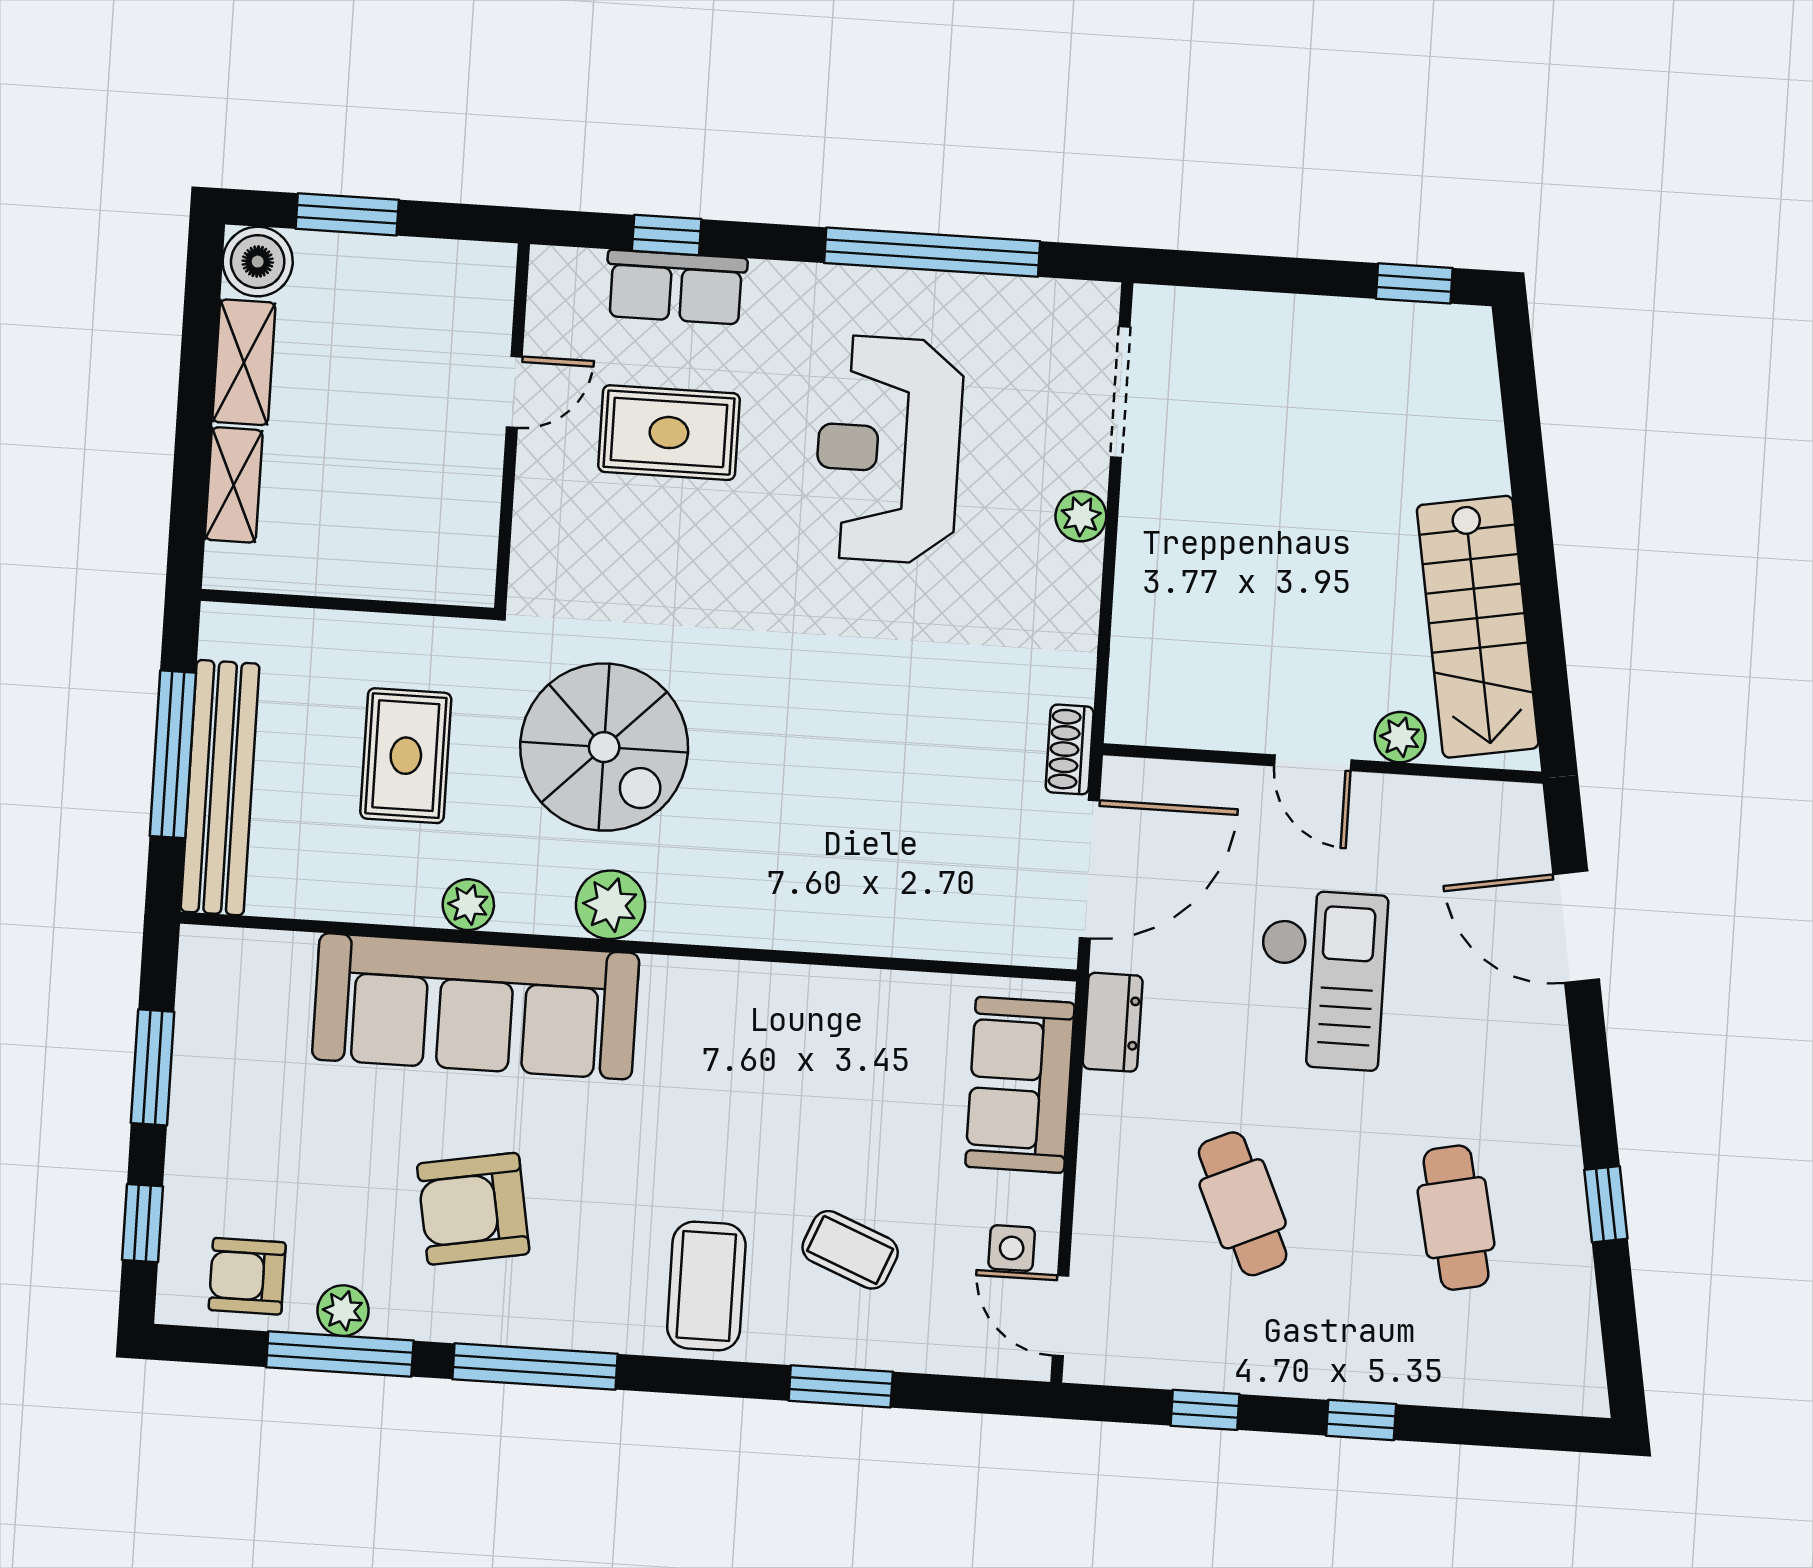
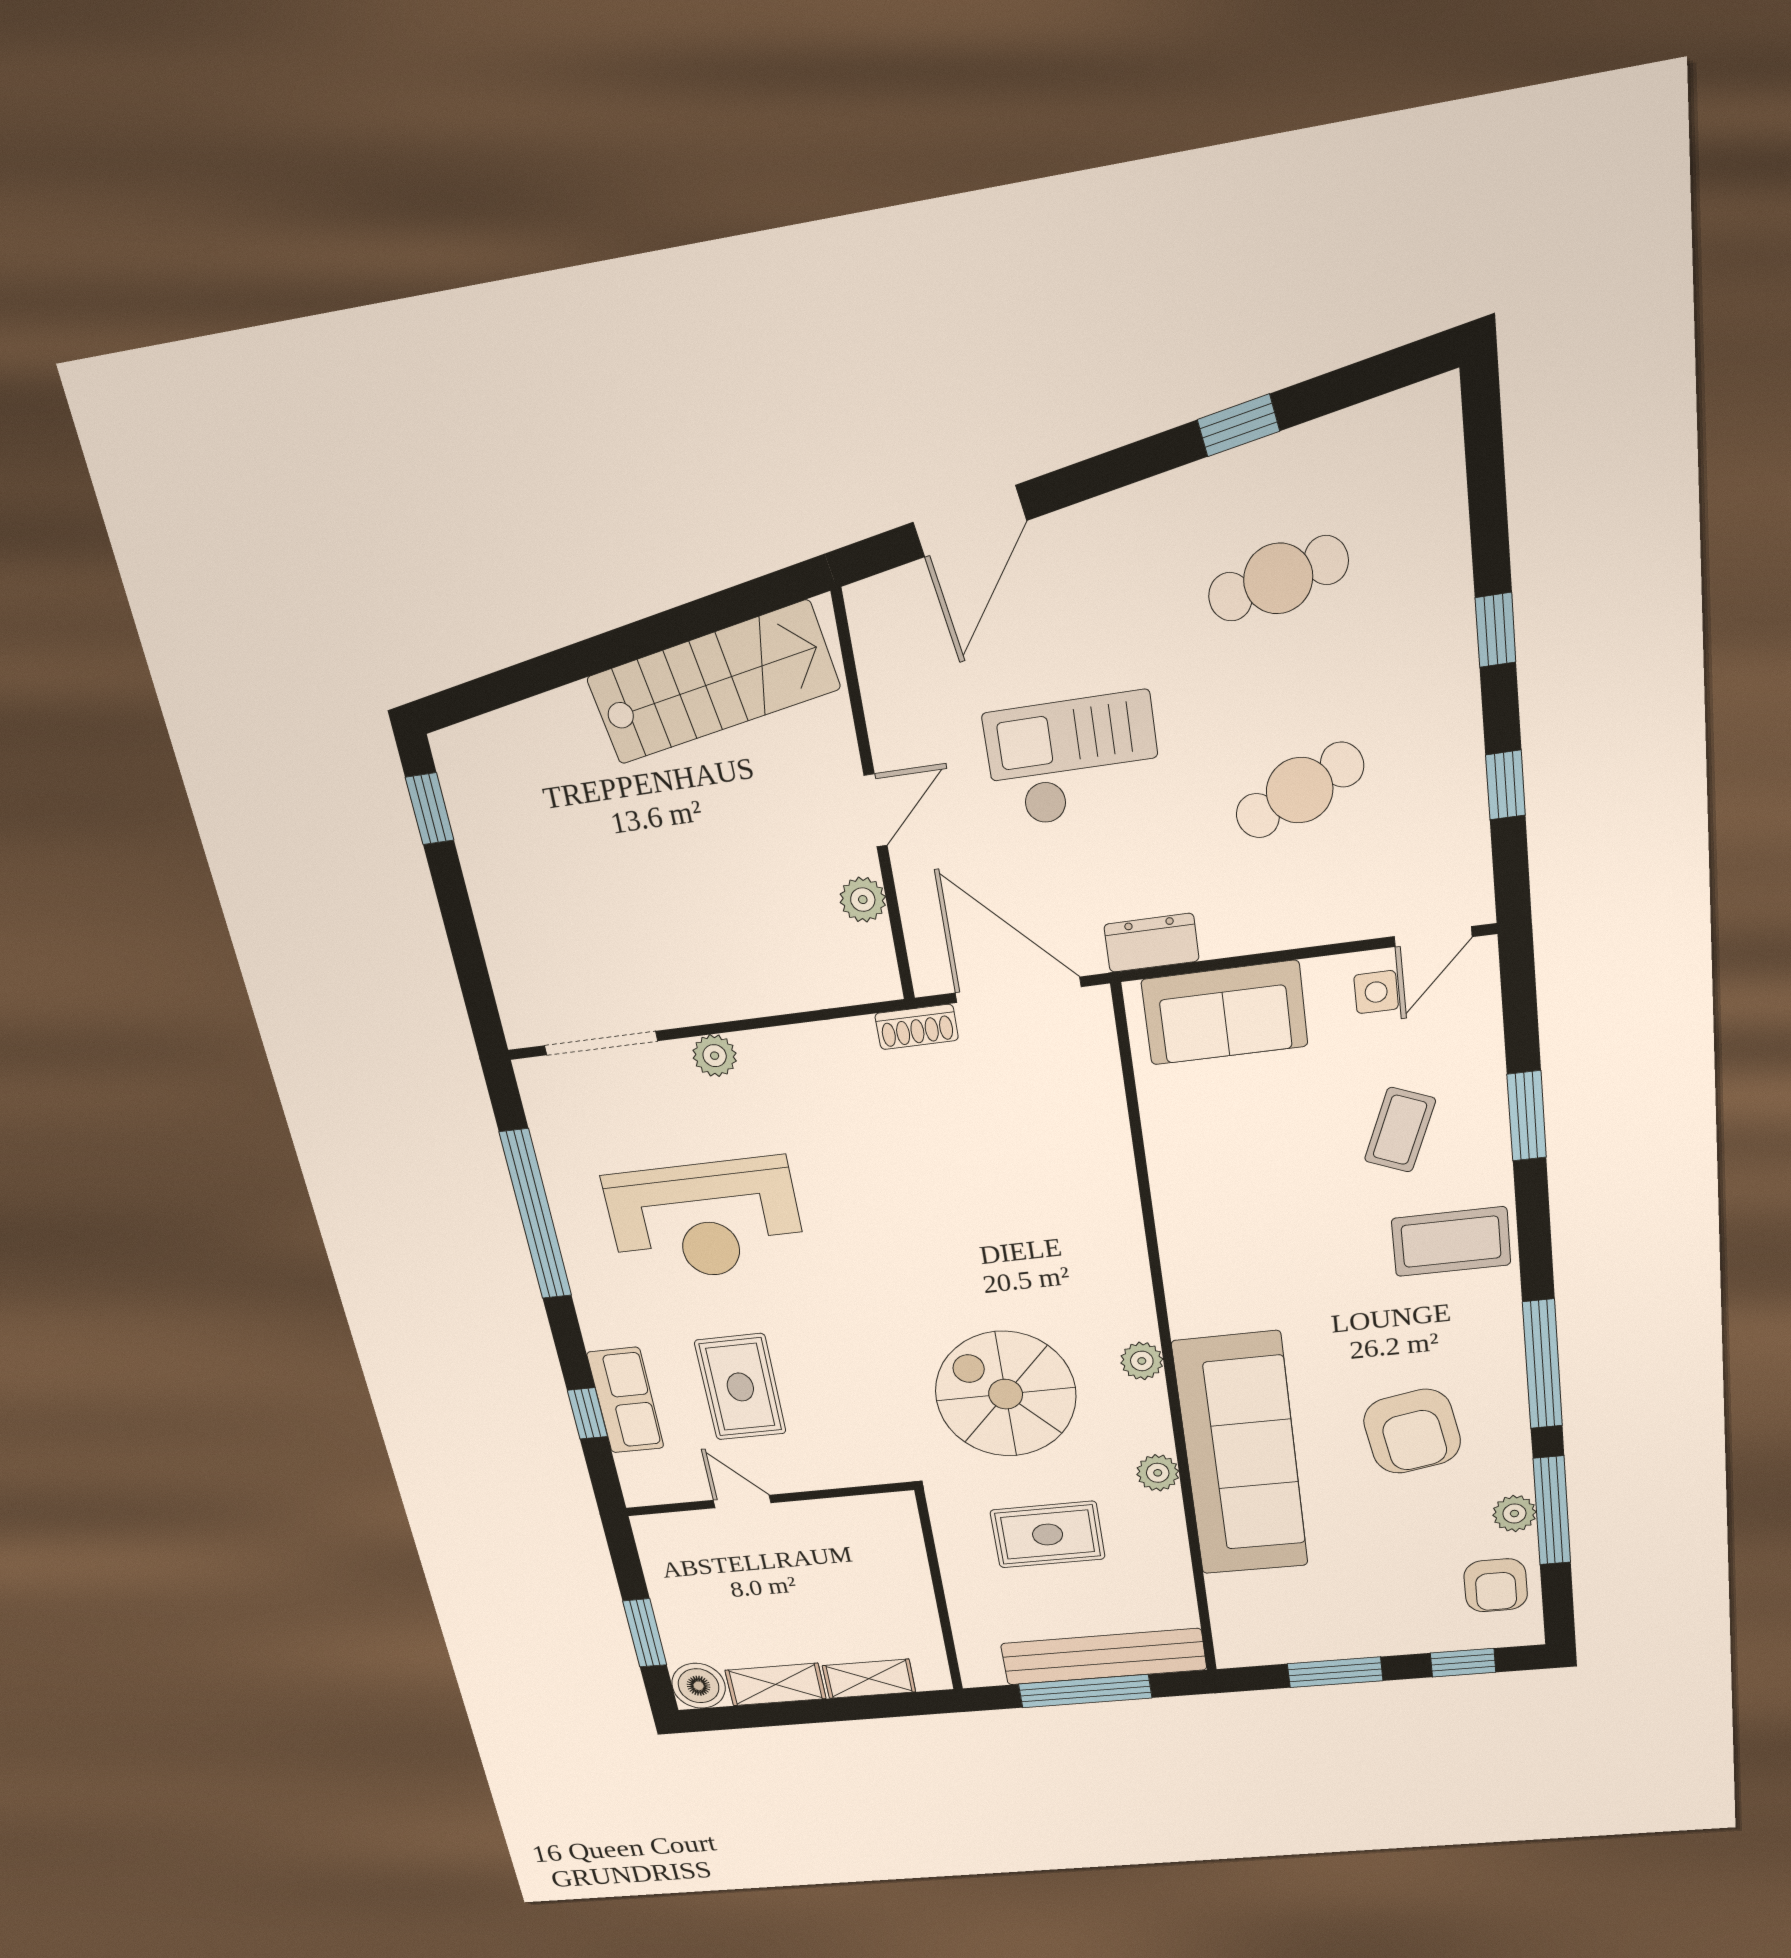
plant: (1400, 737) -> (863, 900), moved
spiral stairs: (604, 747) -> (1006, 1394), turned -90
plant: (610, 905) -> (1142, 1361), width x0.73, depth x0.73

